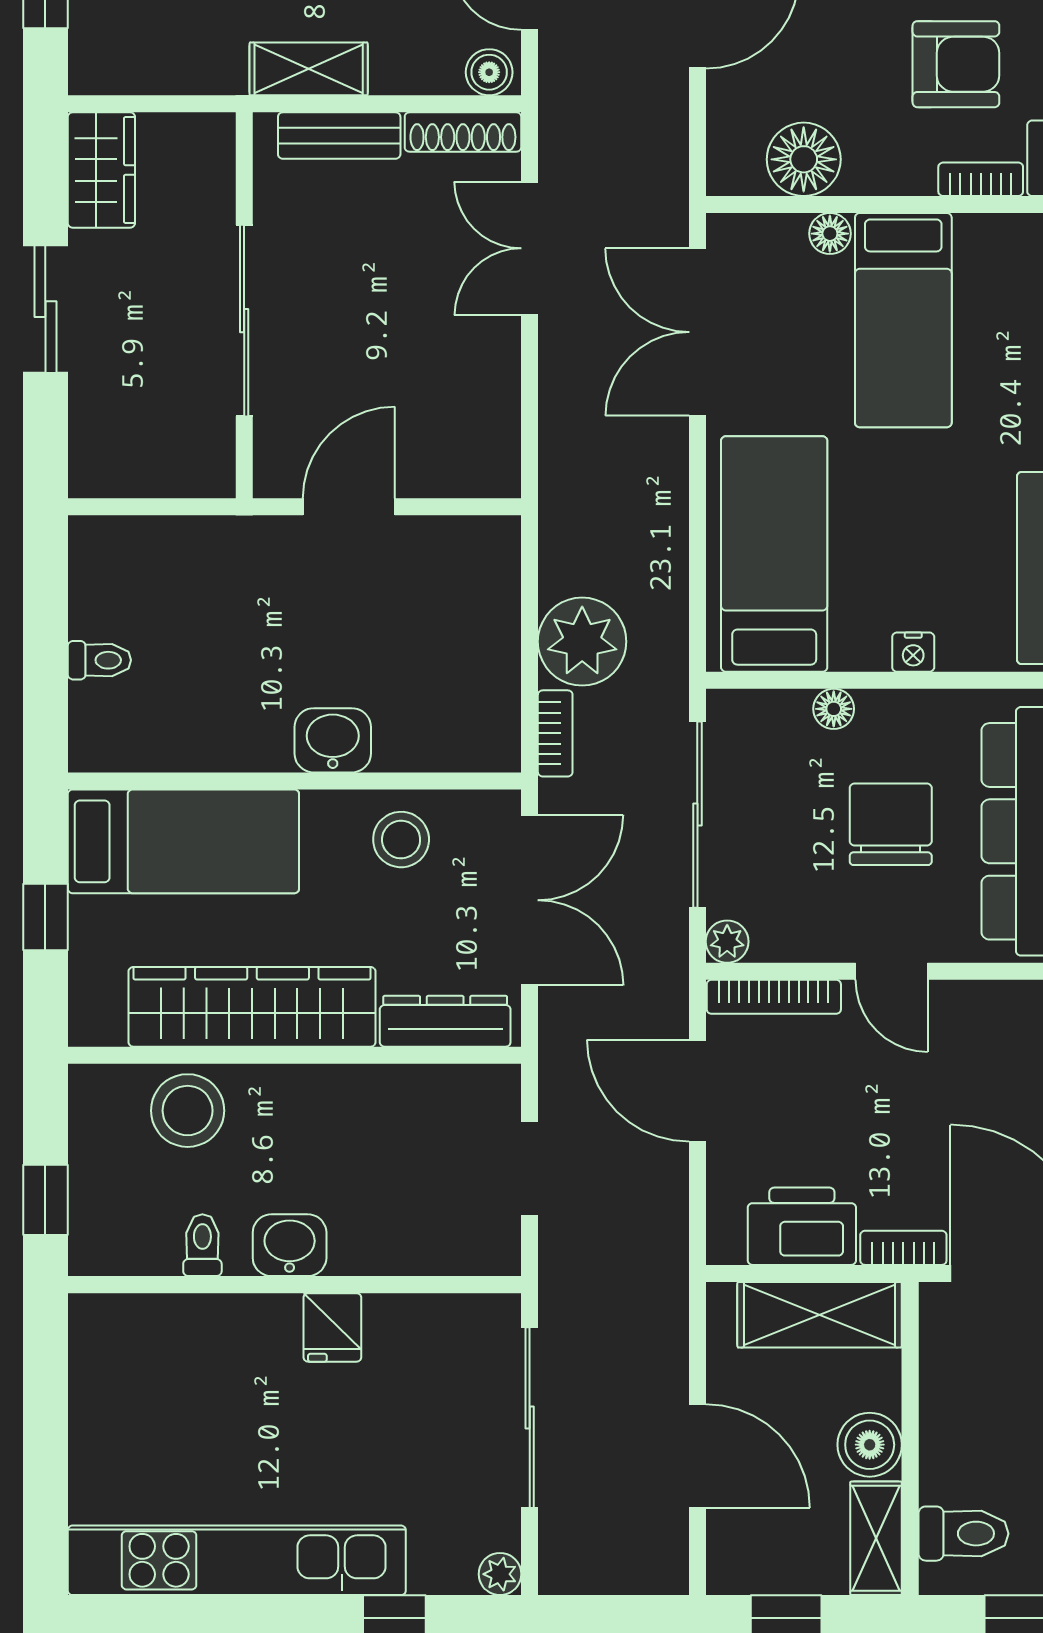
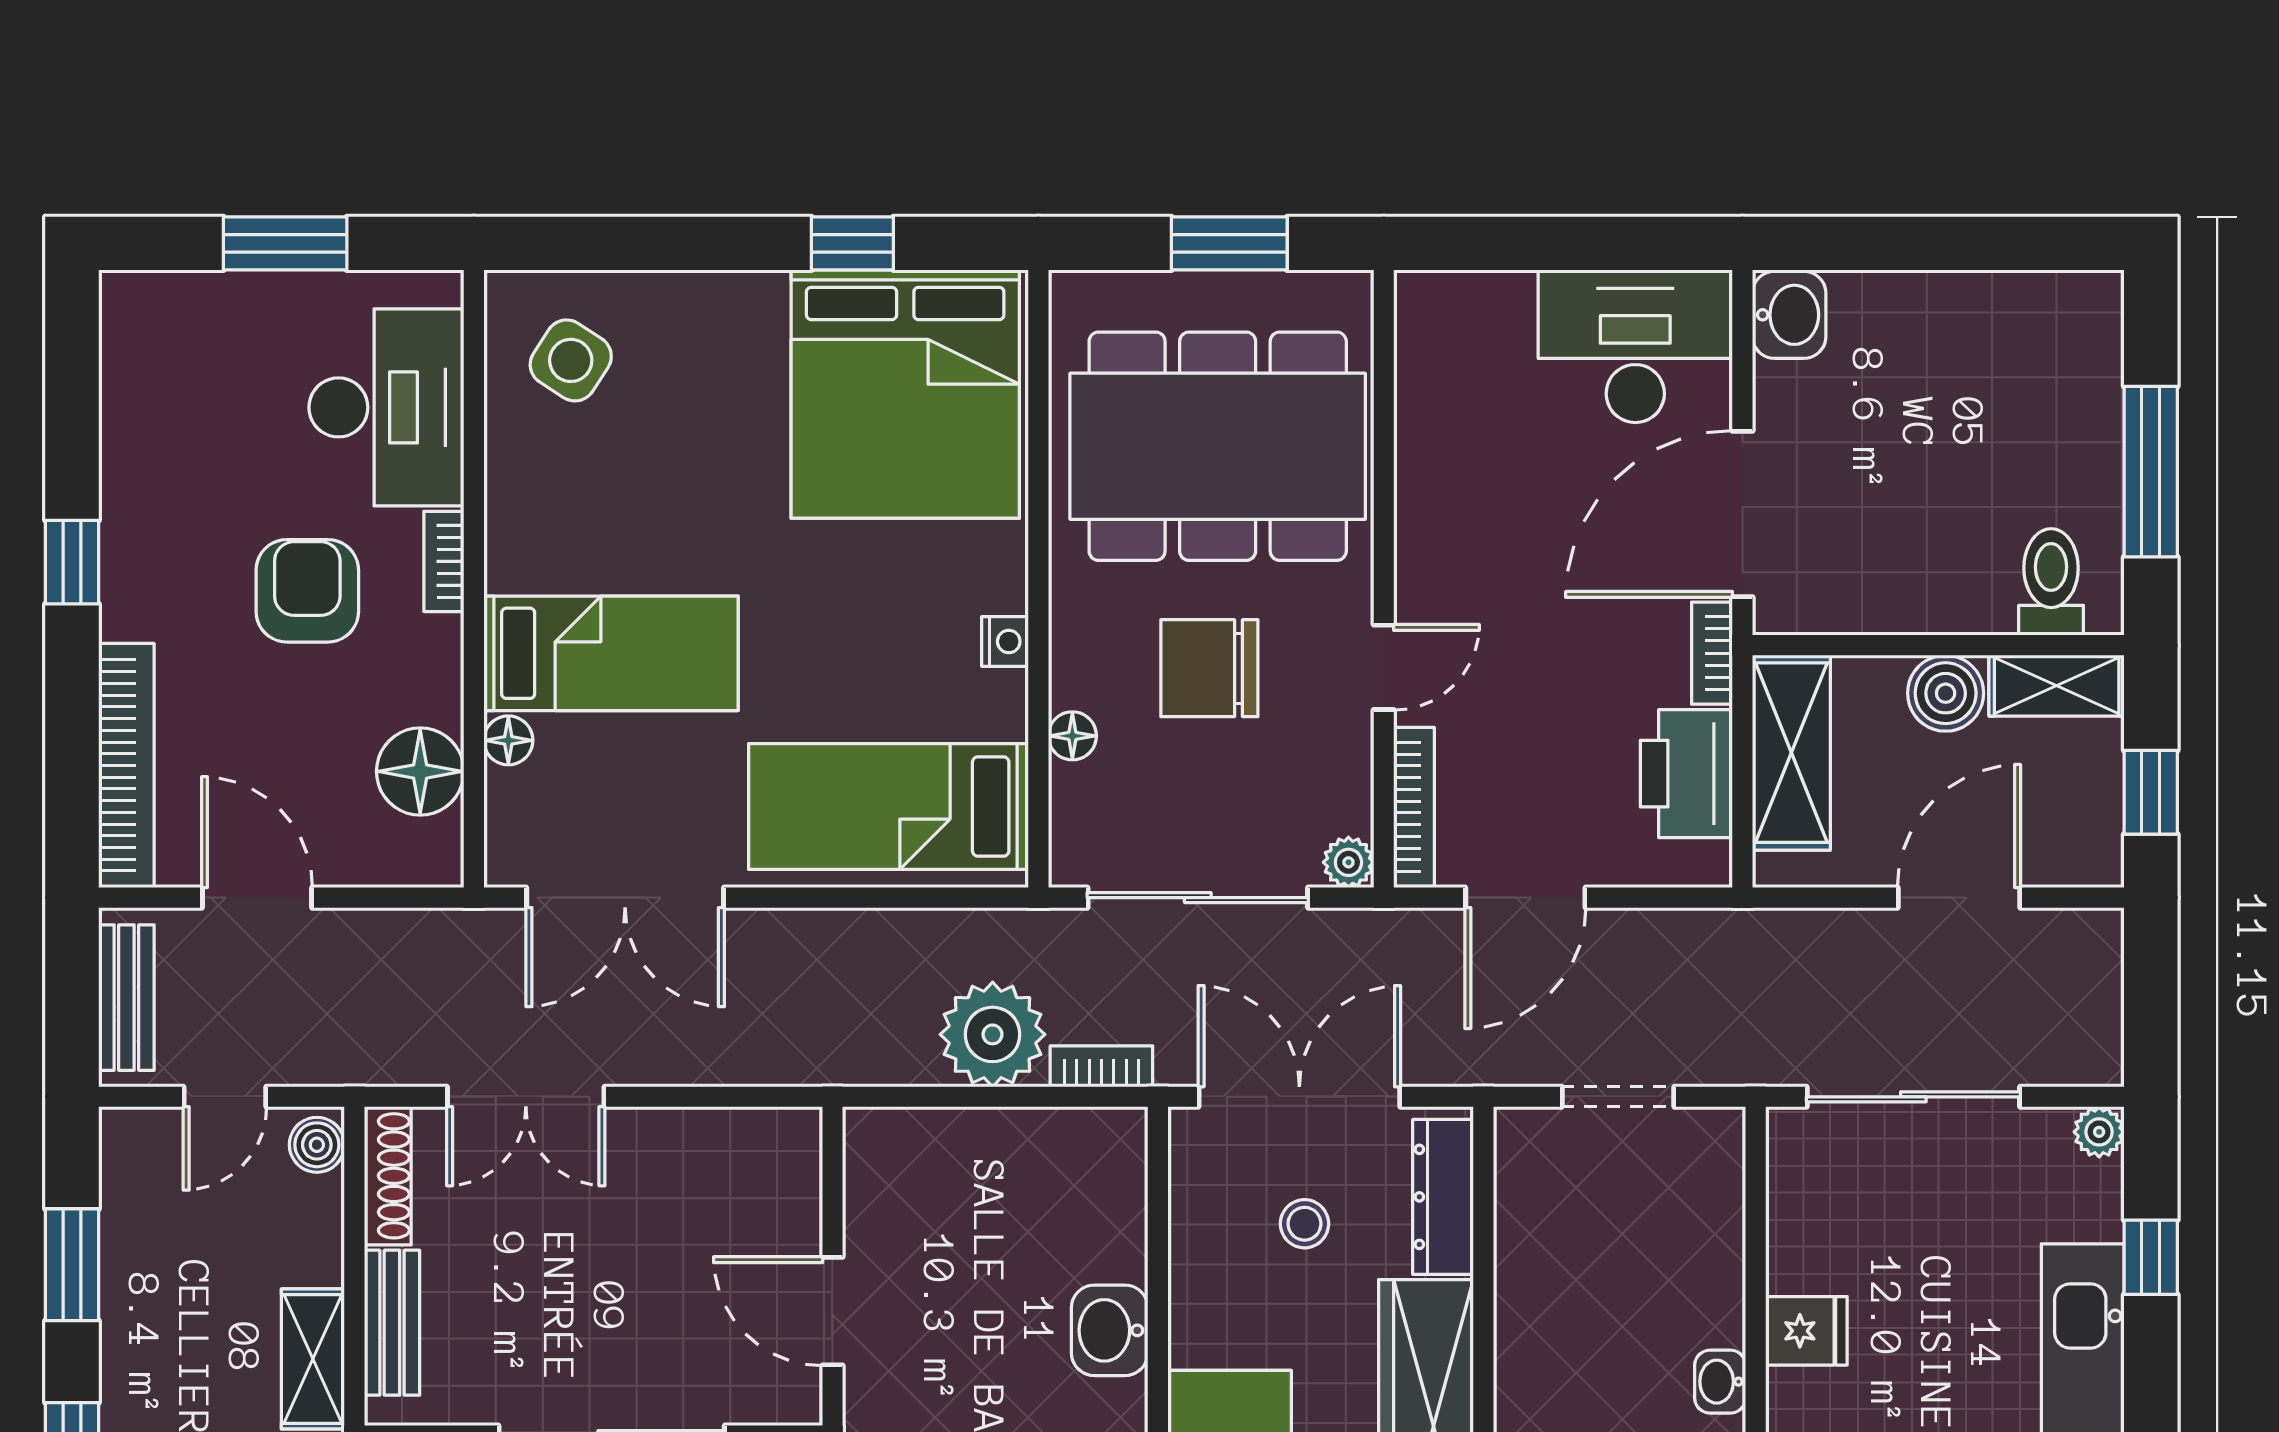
stool: (401, 840) -> (1304, 1224), moved, width x0.73, depth x0.73
washbasin: (290, 1245) -> (1720, 1382), width x0.72, depth x0.69

